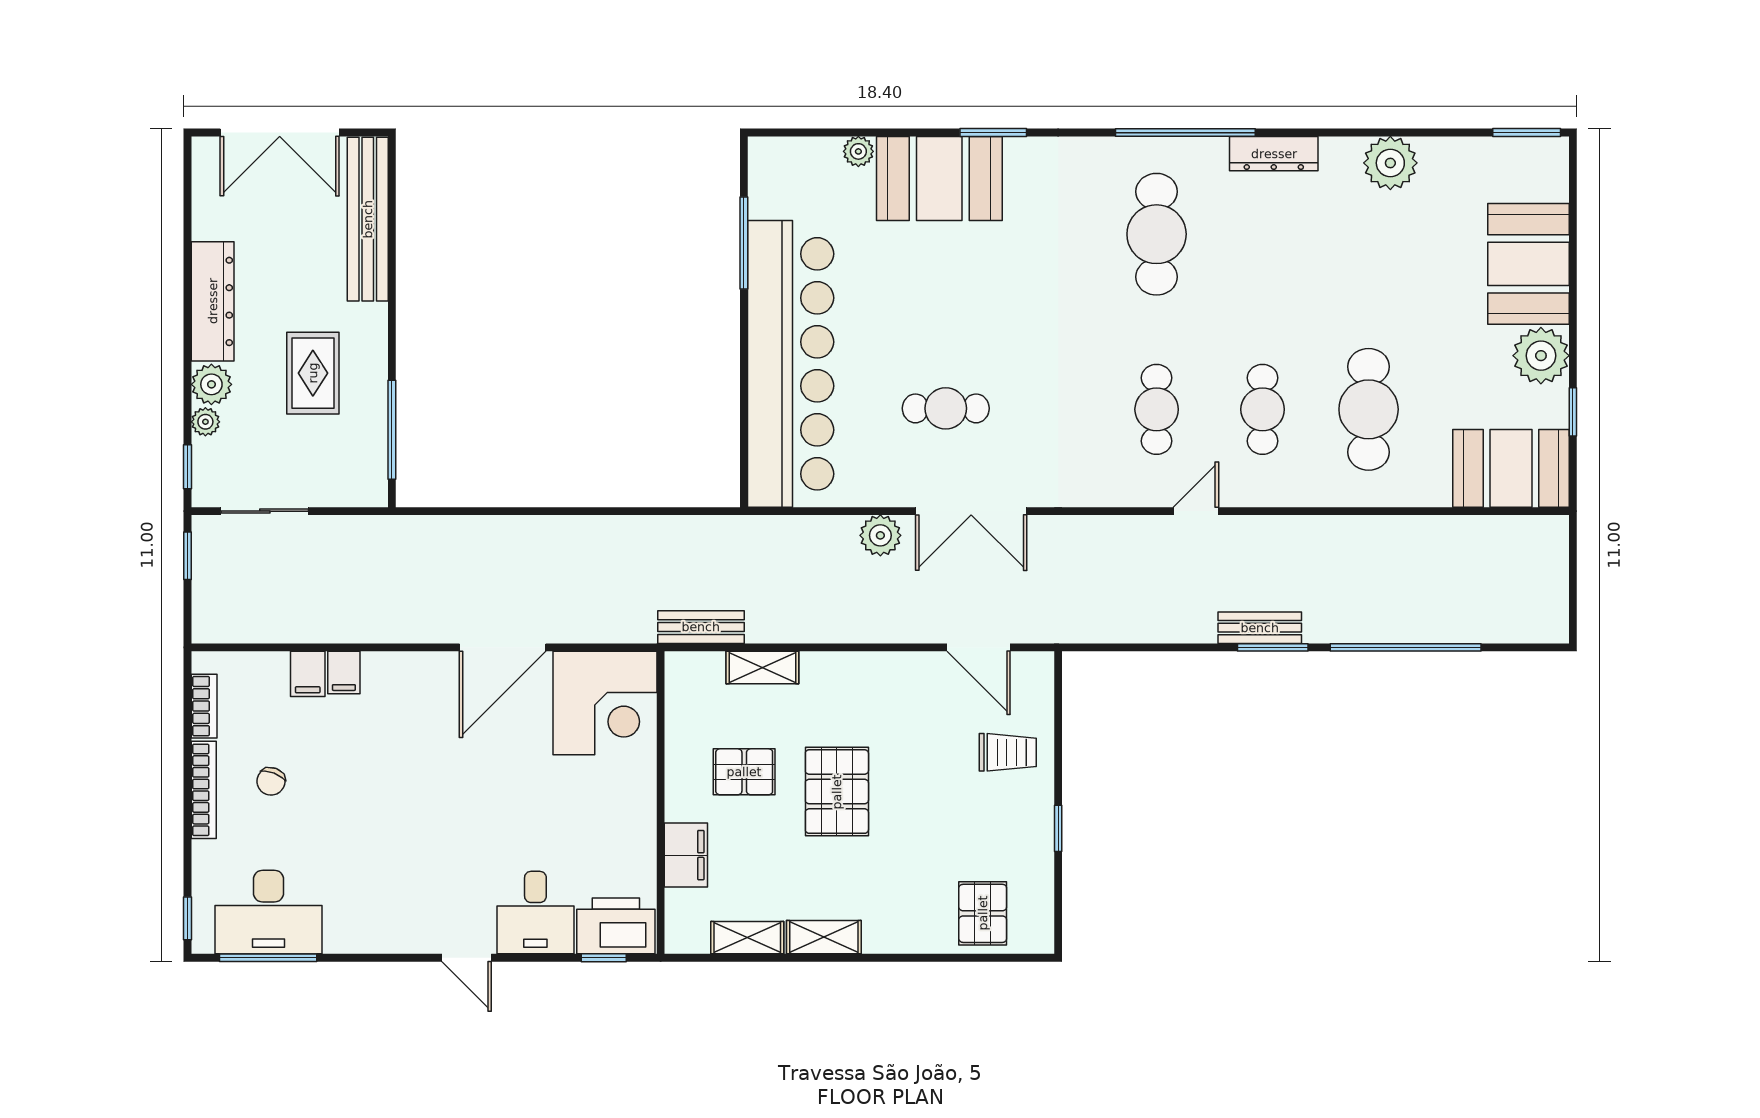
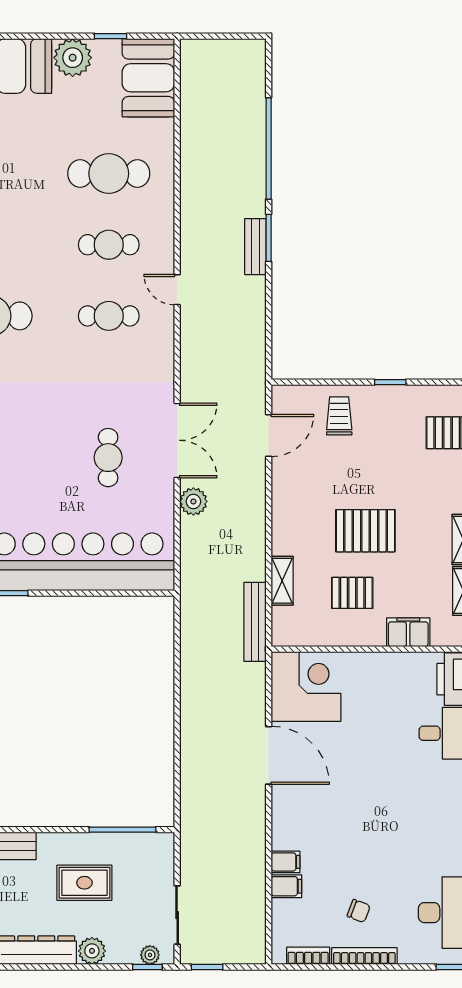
plant: (205, 422) -> (150, 955), moved
bench: (701, 627) -> (255, 622), width x1.36
pallet: (744, 772) -> (352, 593), turned 90

